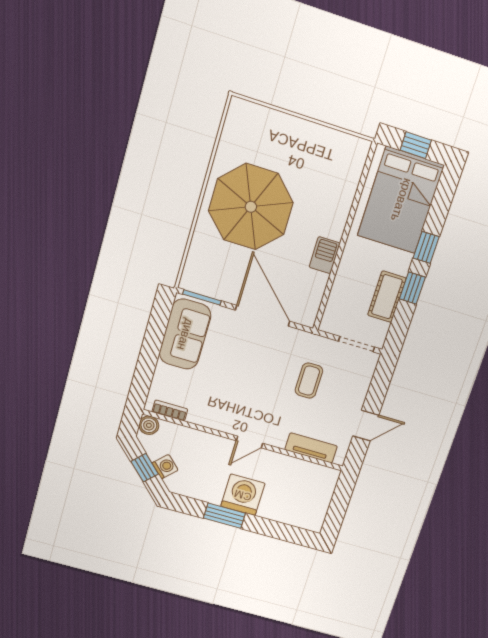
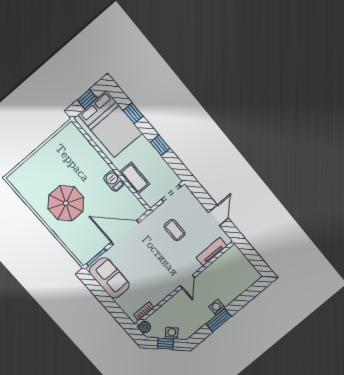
parasol: (251, 207) -> (66, 203), width x0.73, depth x0.73
window: (426, 247) -> (133, 113), moved
cot: (387, 297) -> (135, 178), moved
washing machine: (243, 495) -> (217, 307), width x0.53, depth x0.53

